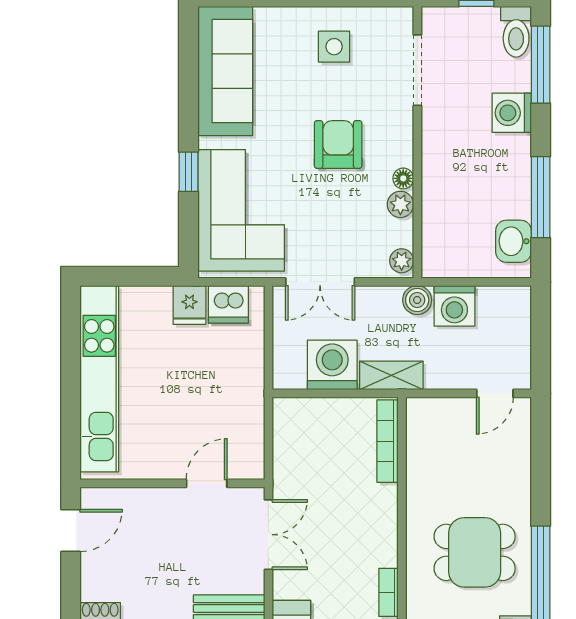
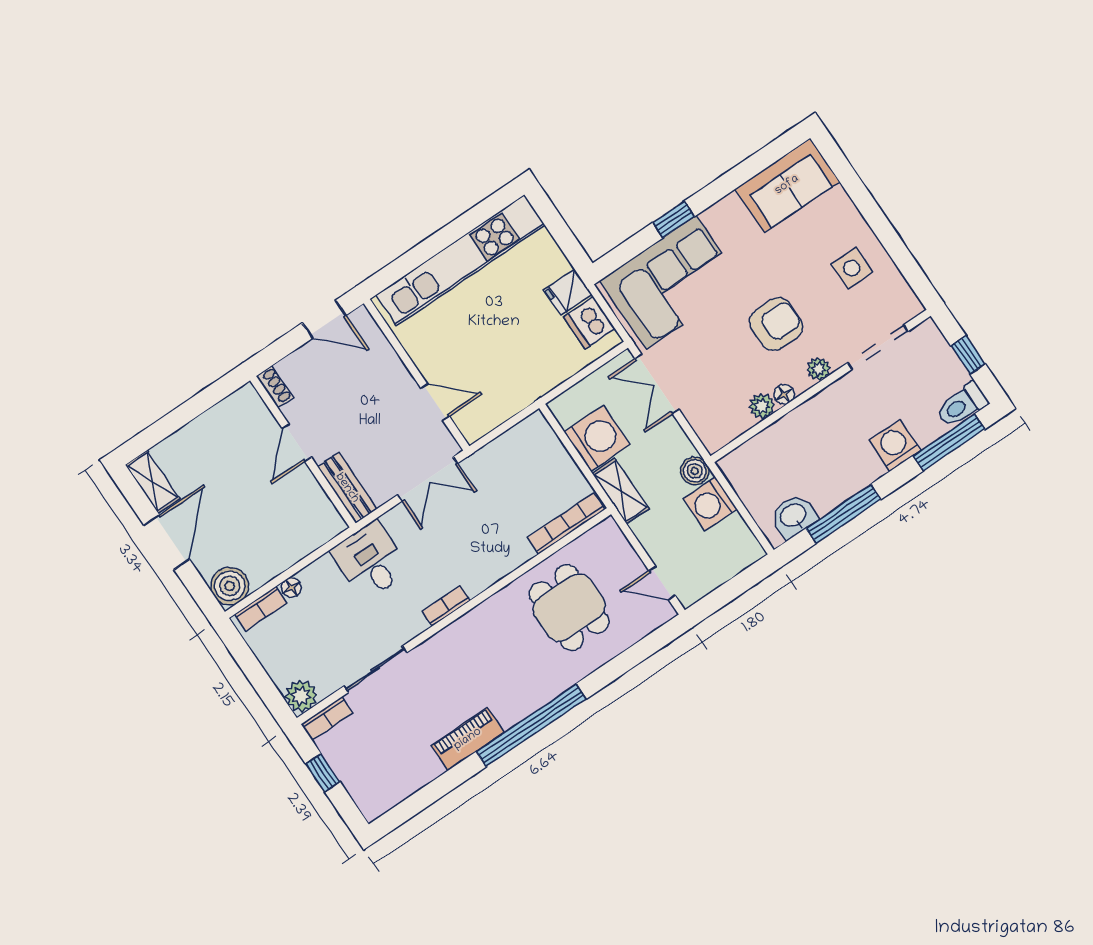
sofa: (225, 71) -> (787, 185), width x0.73
plant: (402, 261) -> (819, 369), moved
dining table: (475, 552) -> (569, 607), moved

